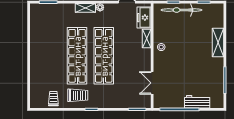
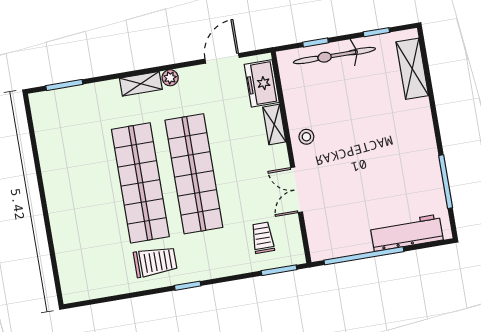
shelving: (218, 42) -> (412, 69), moved
double door: (152, 83) -> (297, 190), moved
trolley: (53, 99) -> (263, 238), moved
workbench: (197, 102) -> (407, 233), width x1.38

